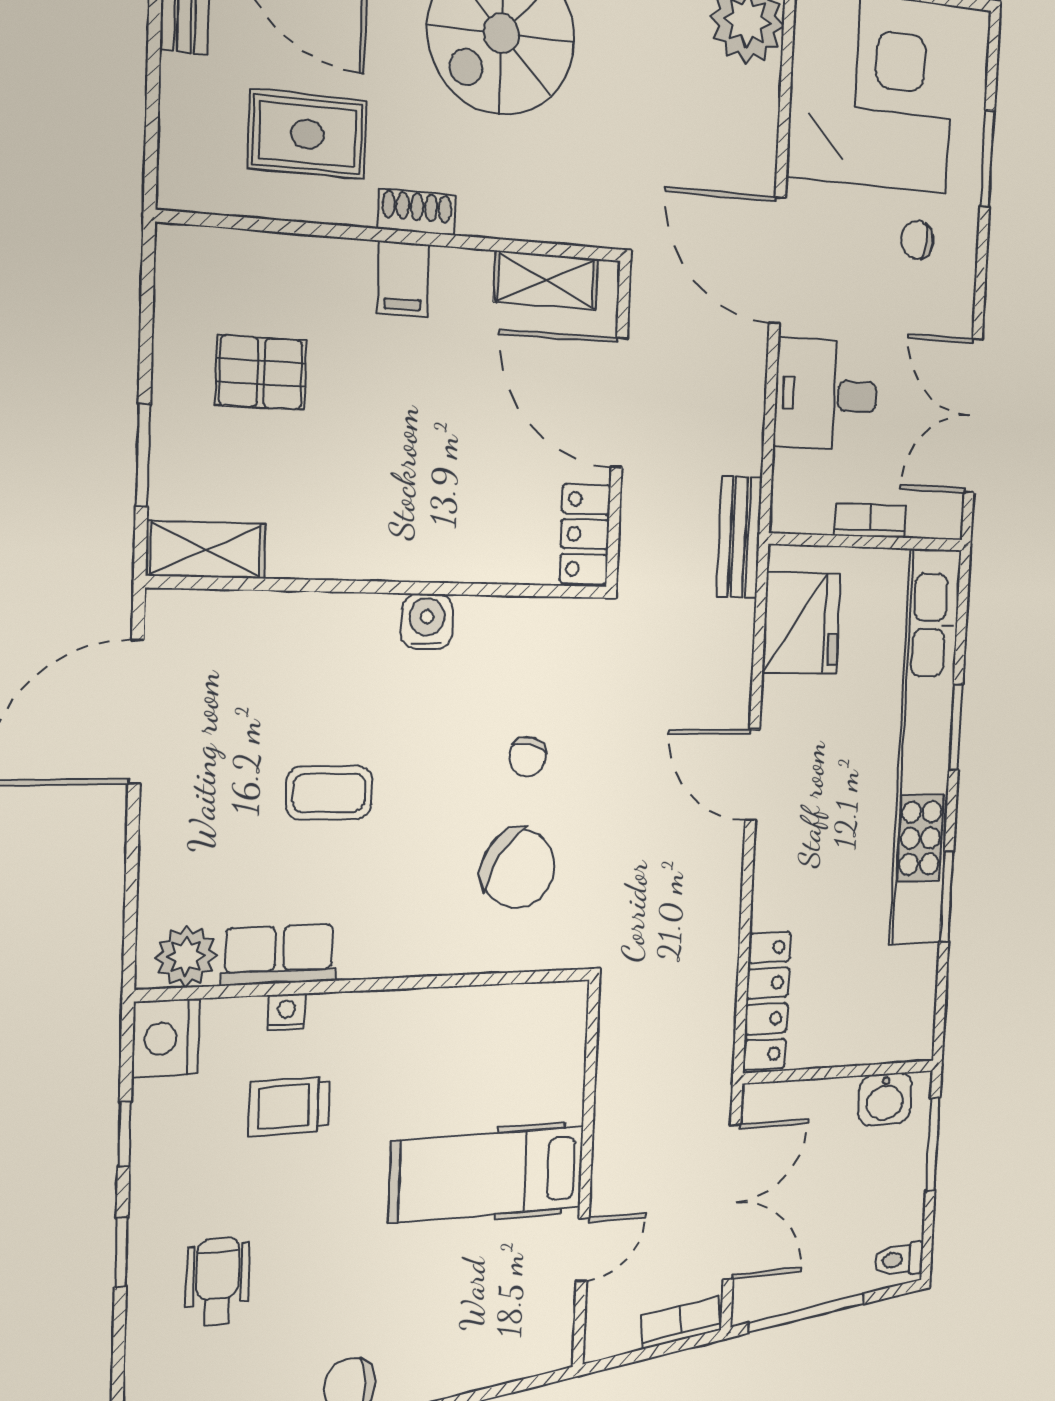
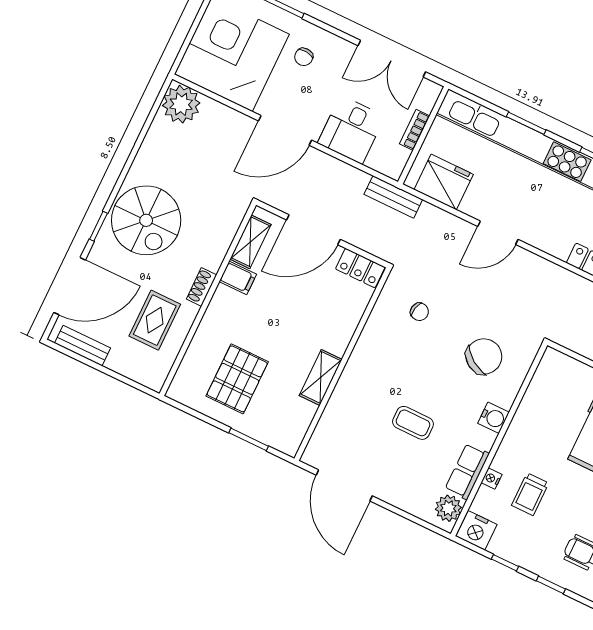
filing cabinet: (403, 279) -> (238, 278), moved
pallet: (261, 373) -> (237, 379), width x1.50, depth x1.42
shelving: (206, 550) -> (321, 377), moved
water cooler: (427, 621) -> (493, 418), moved, turned 180
chair: (528, 757) -> (419, 312), moved
coffee table: (329, 793) -> (413, 423), turned 90

